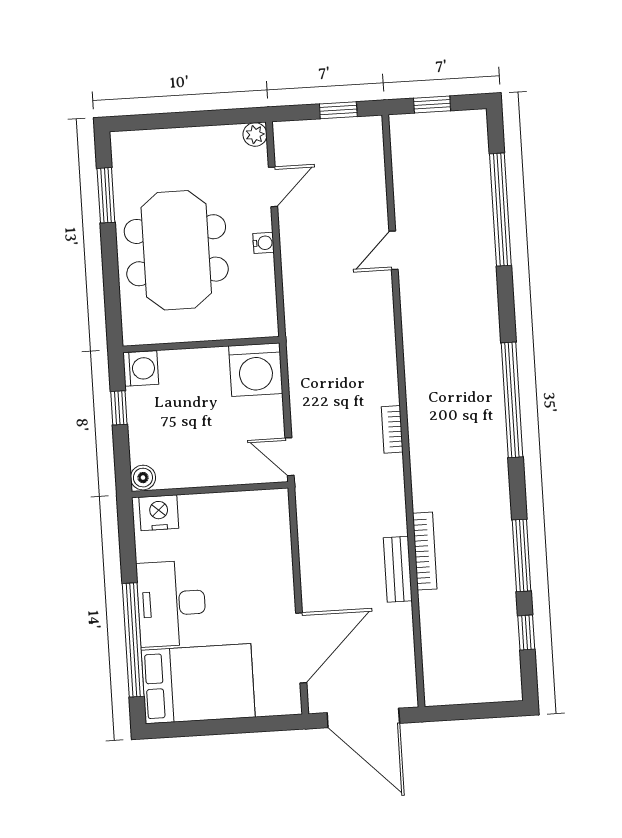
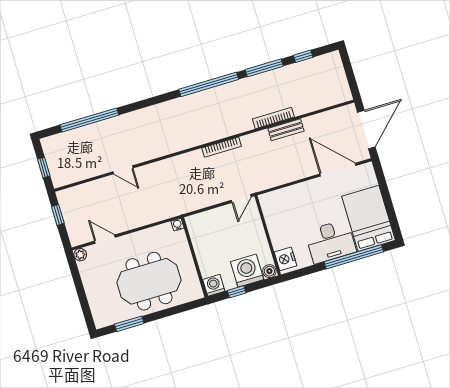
water cooler: (263, 243) -> (177, 225), moved
washing machine: (256, 370) -> (247, 271), moved, turned -90
window: (512, 400) -> (209, 84), moved
bookcase: (392, 429) -> (222, 147), width x1.56

